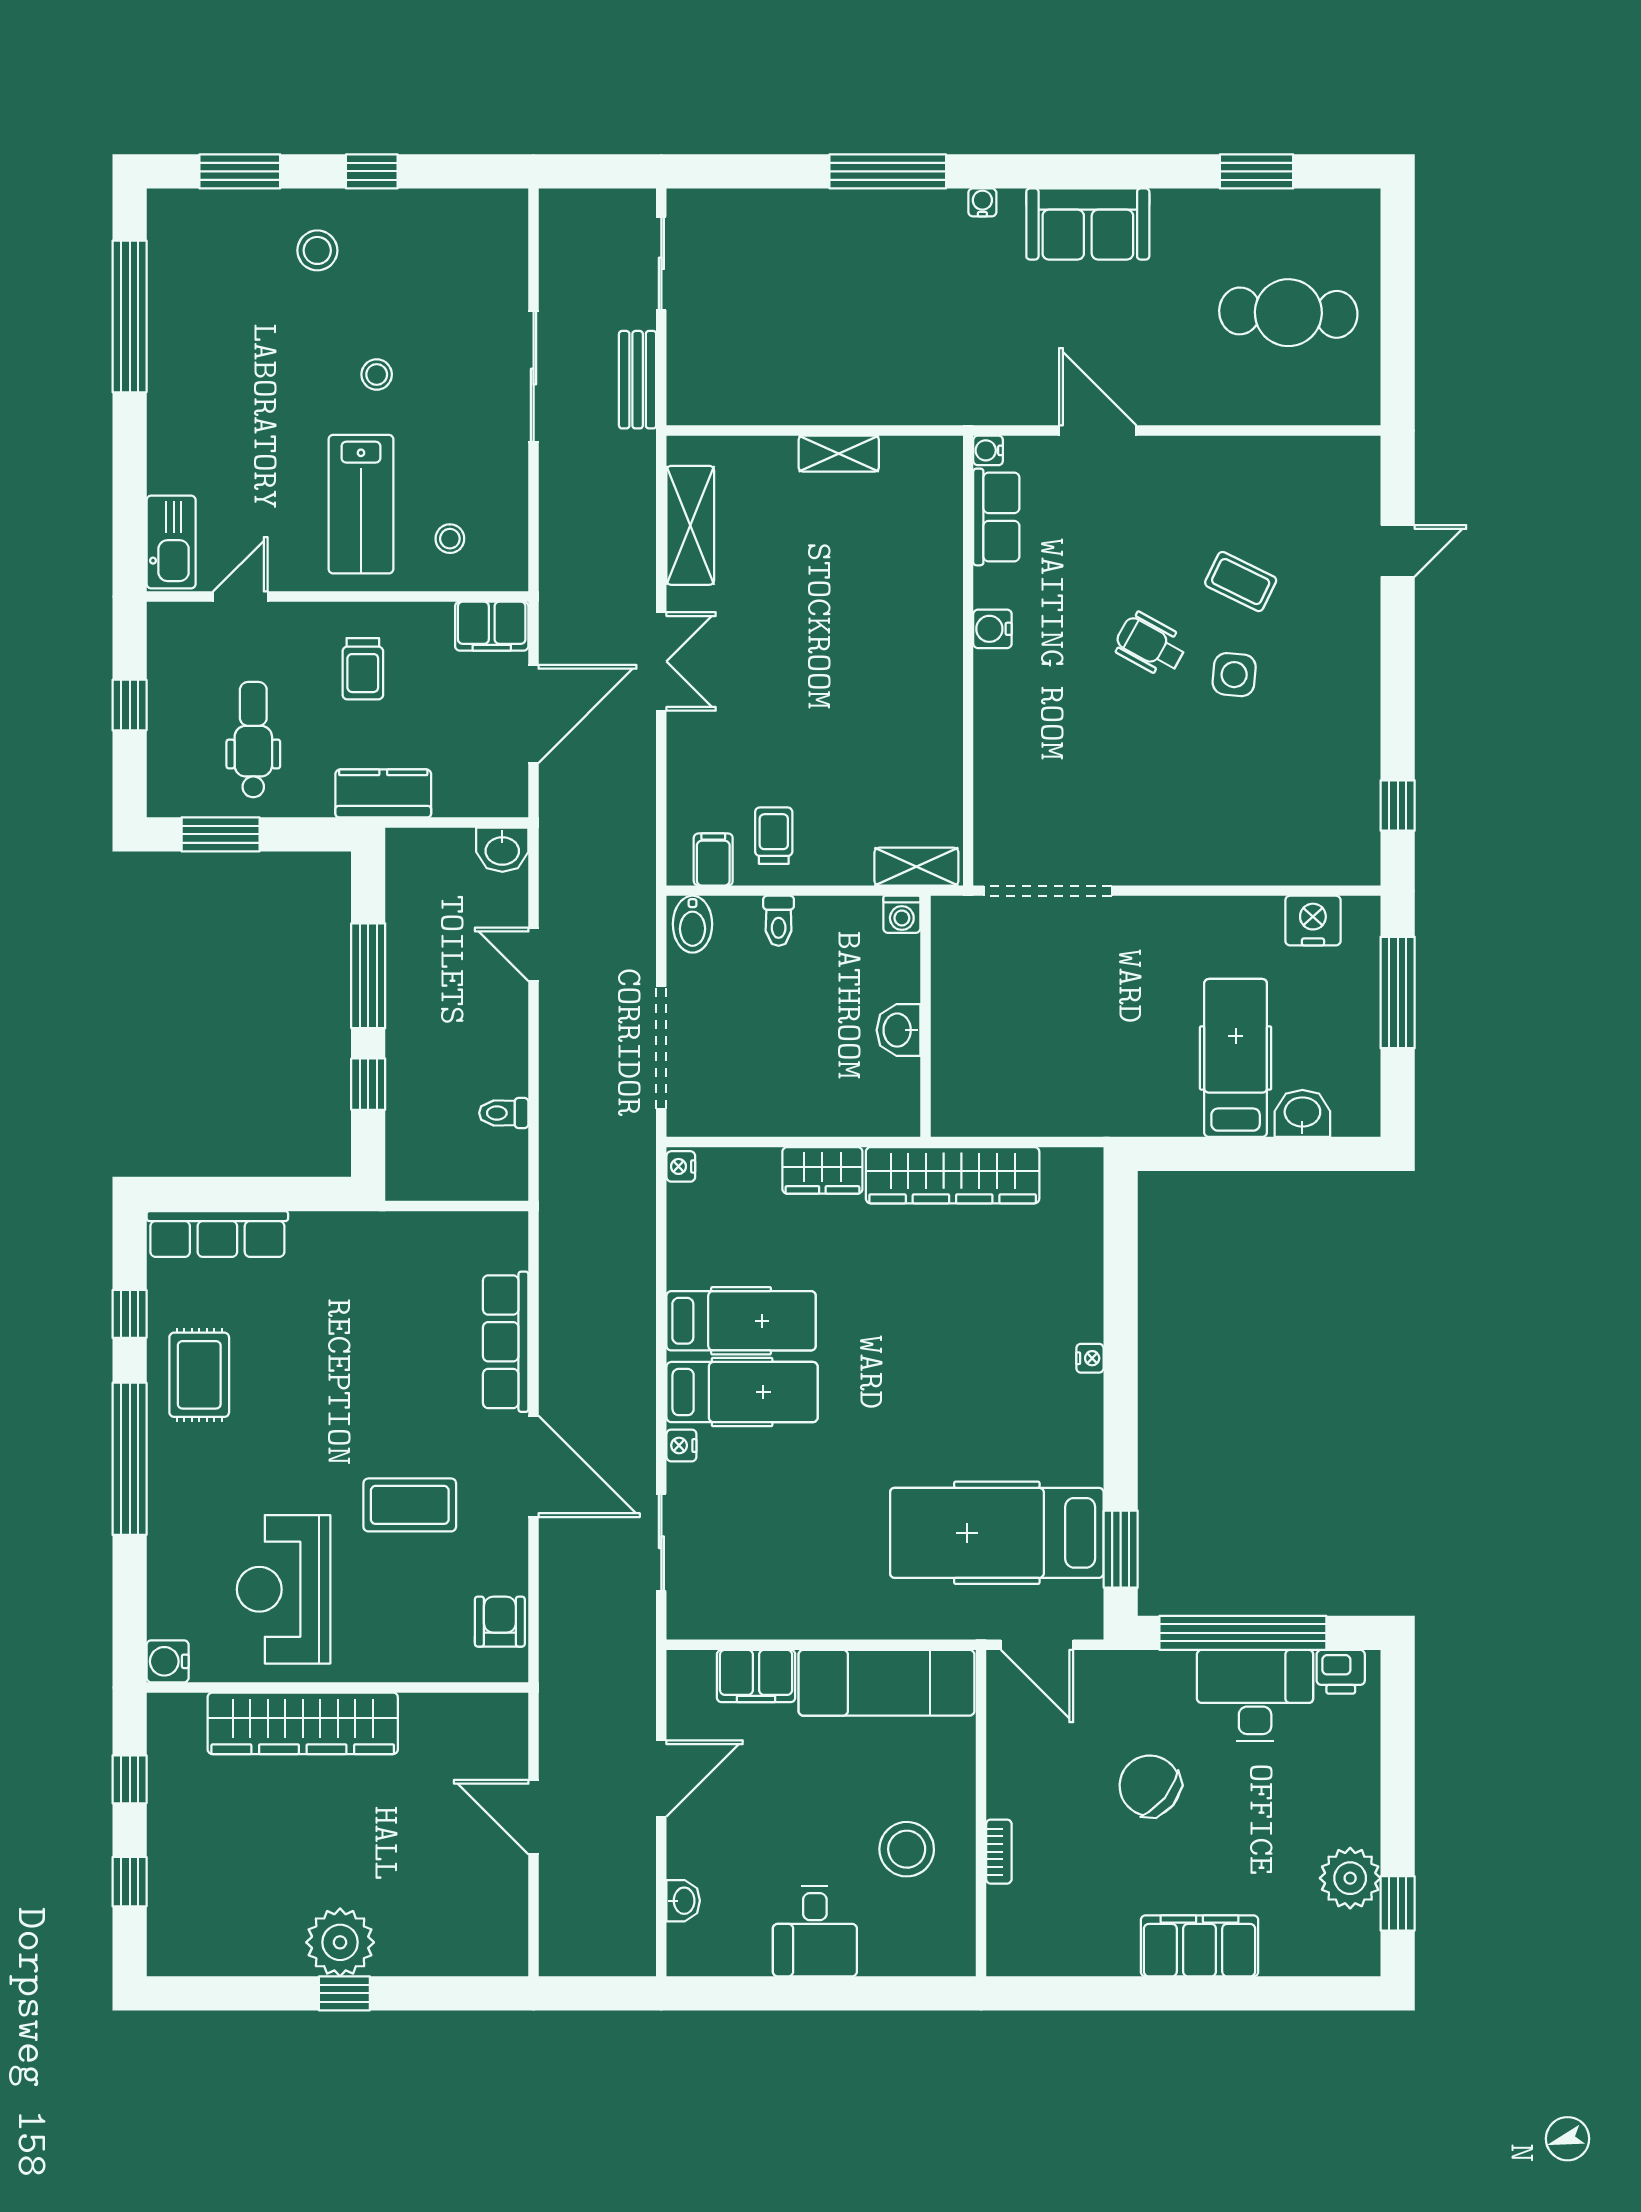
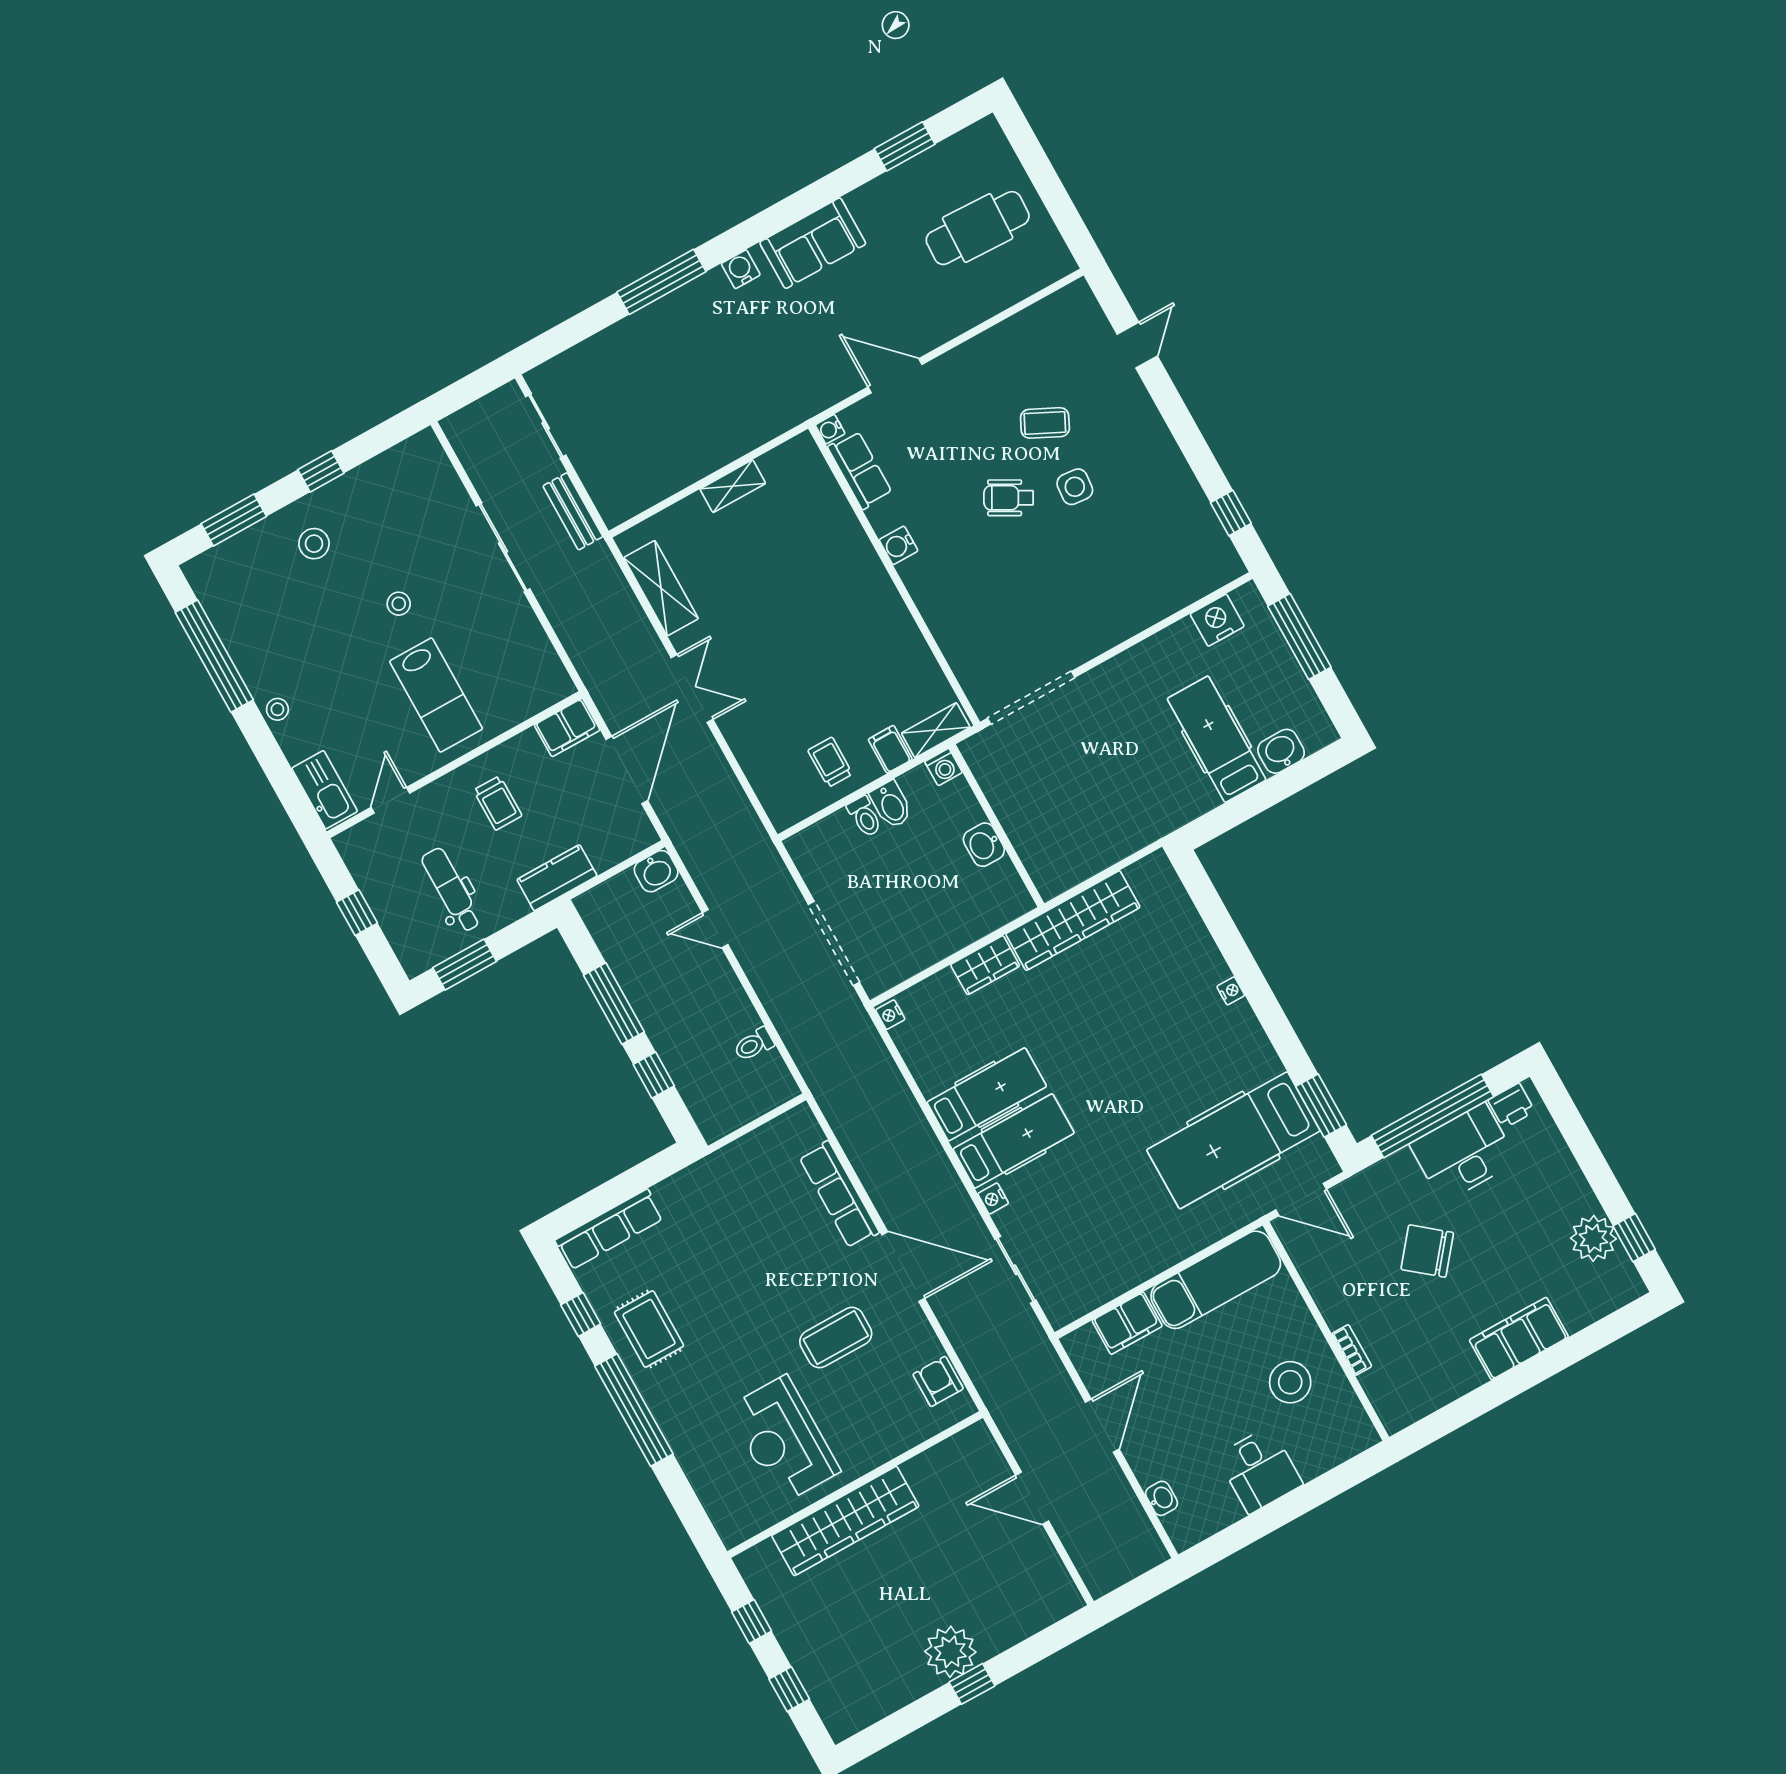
water cooler: (982, 202) -> (741, 269), width x1.38, depth x1.38
stool: (450, 539) -> (277, 709), moved
filing cabinet: (713, 859) -> (890, 749), moved
bidet: (693, 924) -> (891, 805), moved
water cooler: (168, 1661) -> (733, 1530), removed

